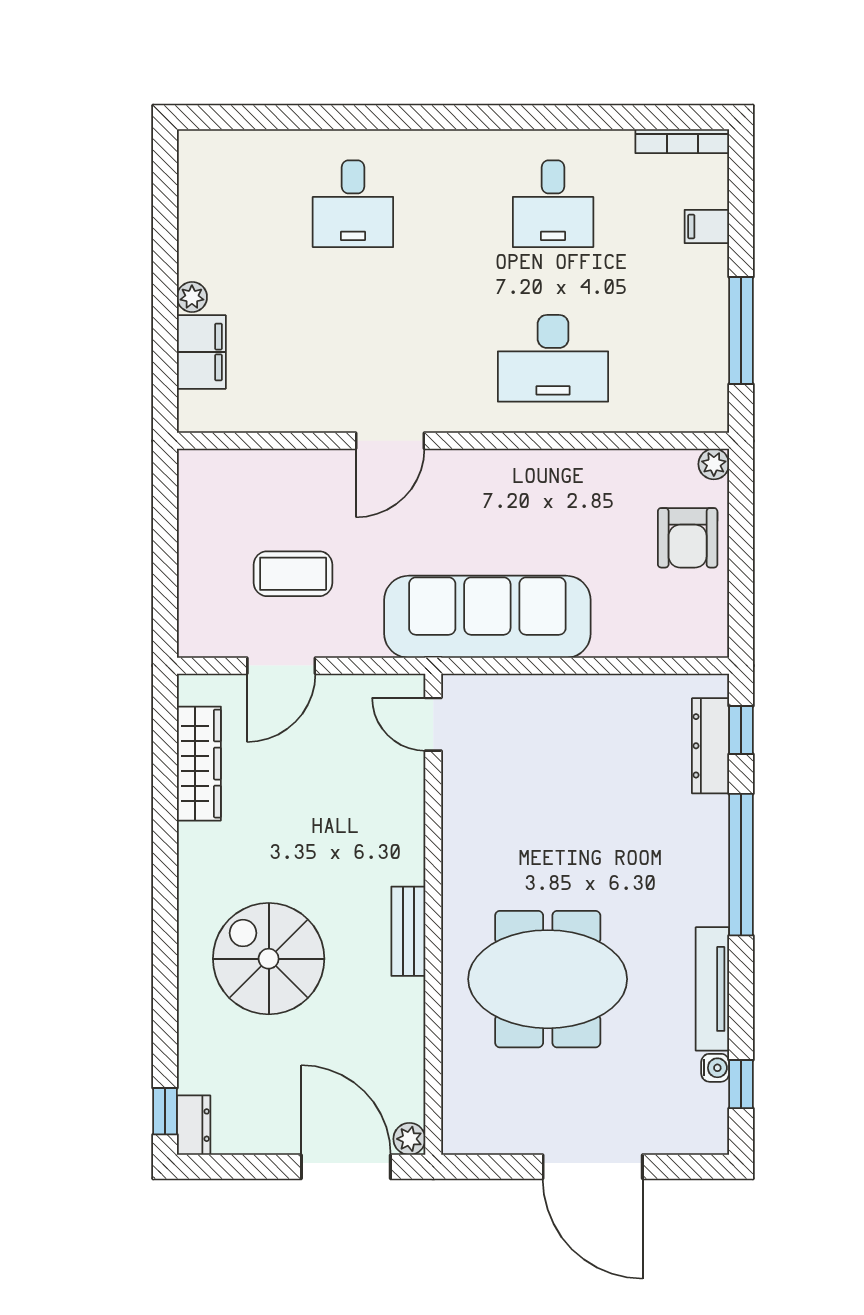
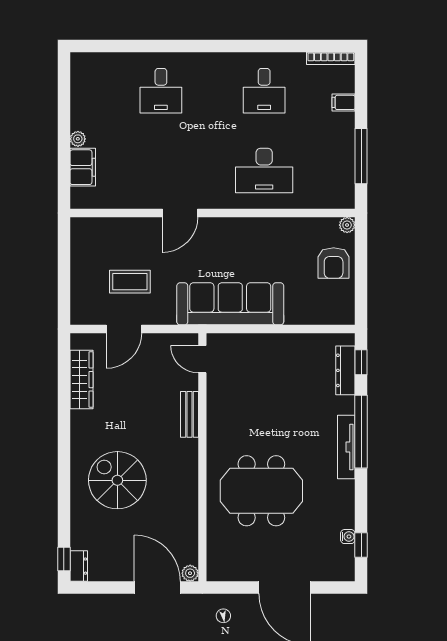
bench: (408, 931) -> (189, 414), moved
tv unit: (712, 989) -> (346, 447), moved

